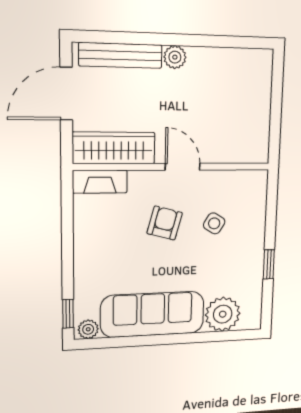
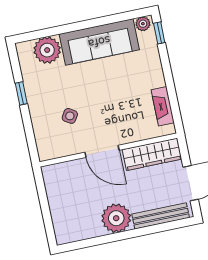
plant: (175, 57) -> (116, 218), width x1.87, depth x1.87
door: (183, 167) -> (102, 151), width x1.38
fireplace: (100, 182) -> (163, 106), moved, turned -90
armchair: (165, 223) -> (106, 109), removed

